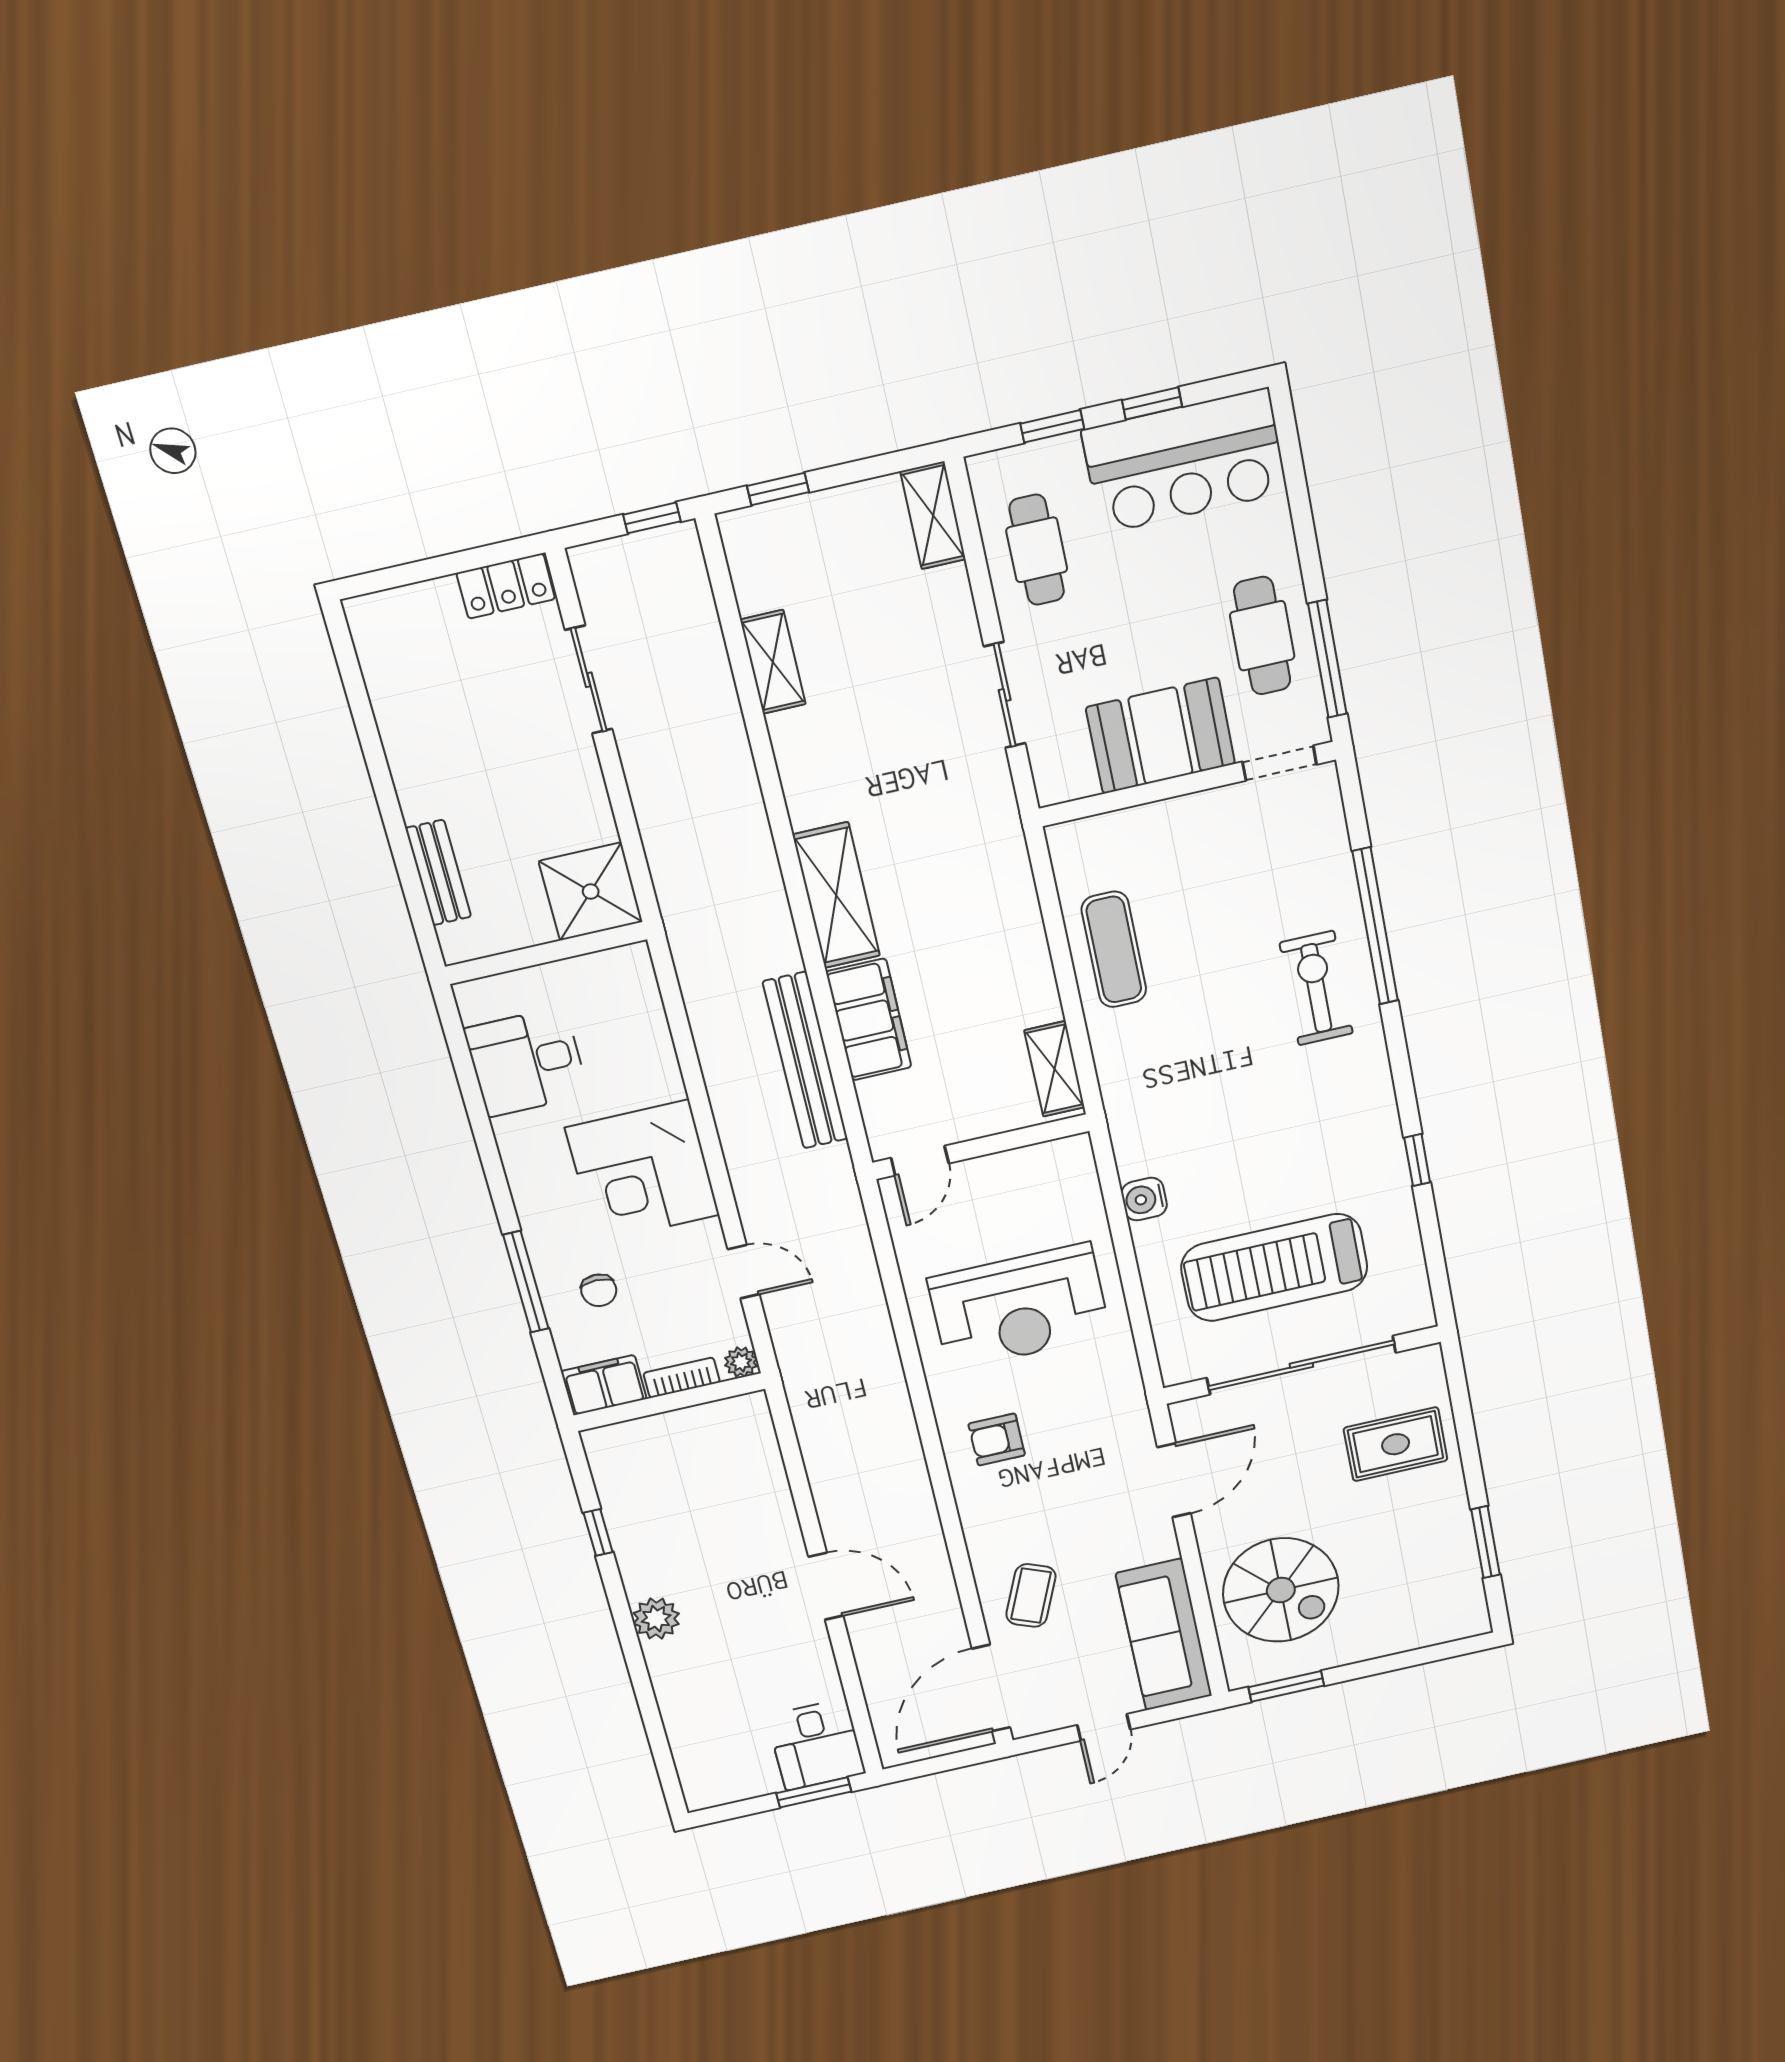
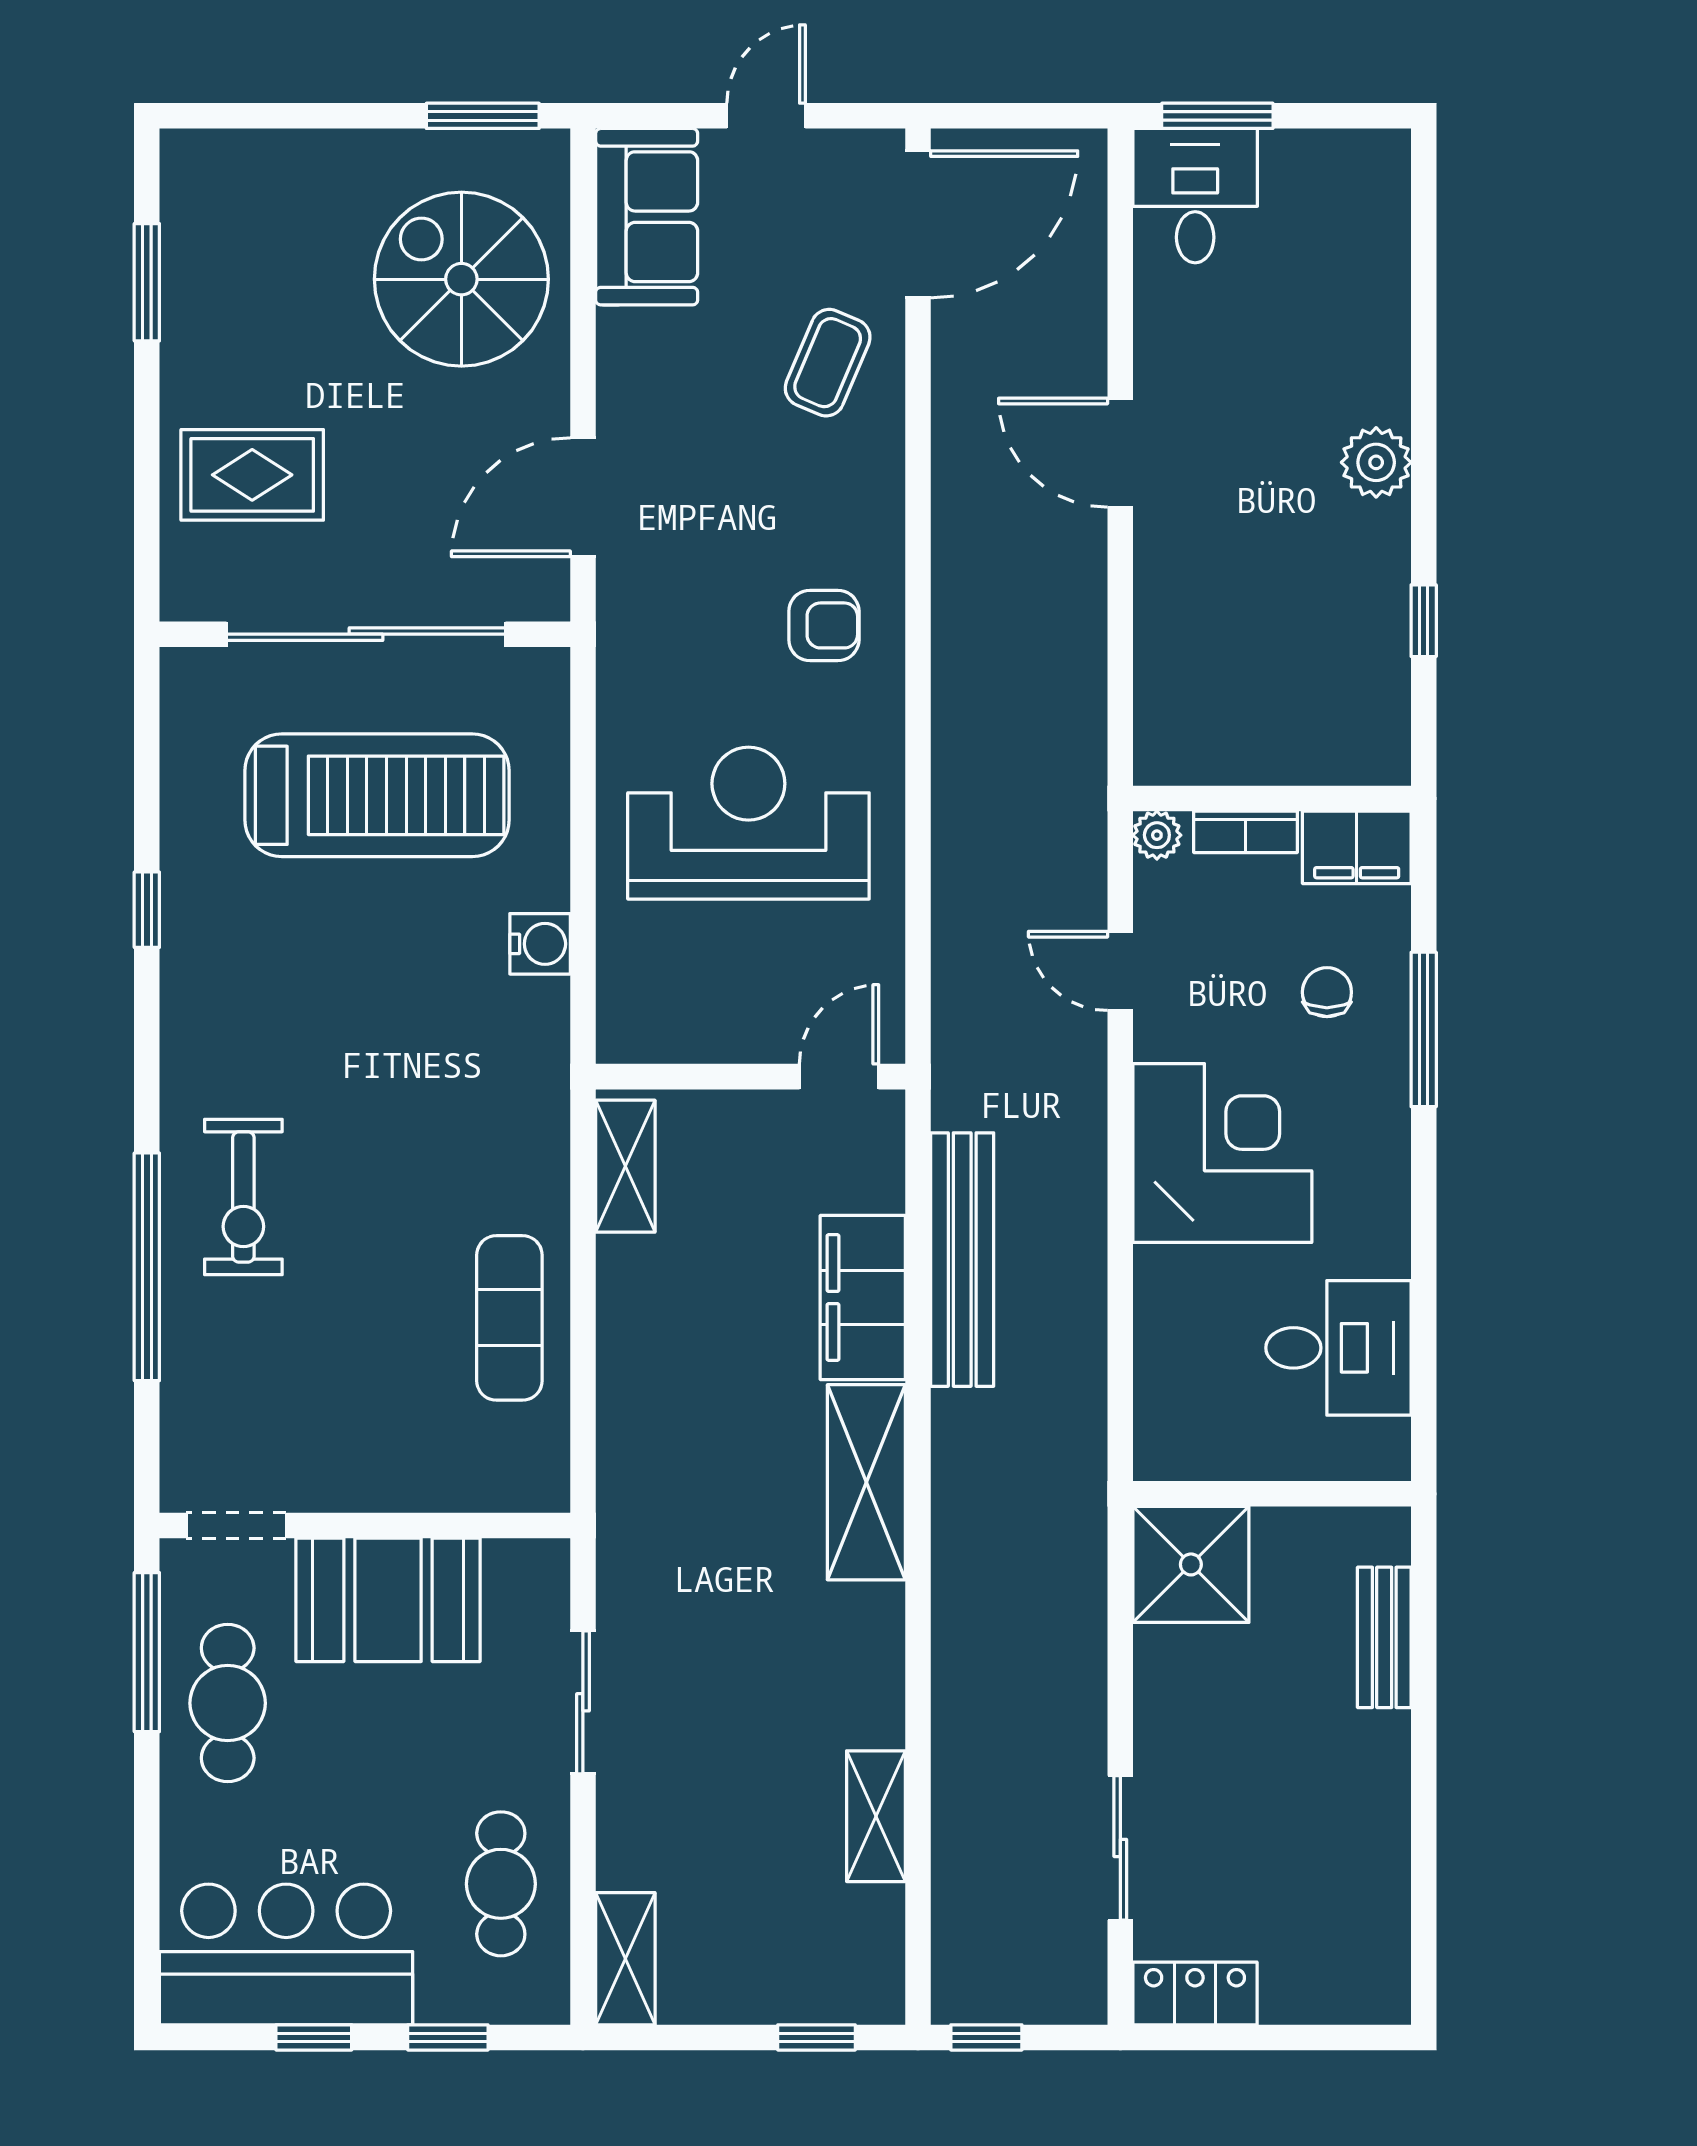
sofa: (1164, 1635) -> (647, 217), width x0.73

